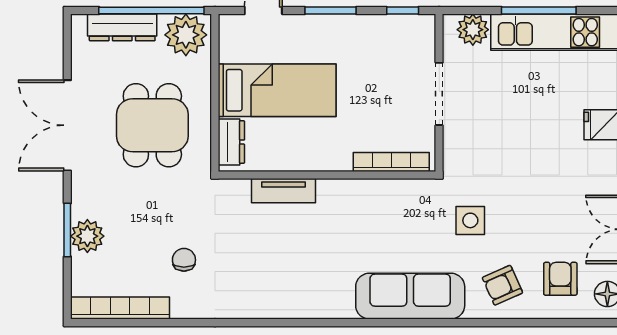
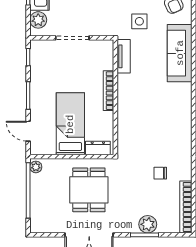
dresser: (122, 27) -> (37, 206), removed
plant: (186, 35) -> (36, 167), width x0.53, depth x0.53
dining table: (152, 125) -> (89, 190), turned 90
bookcase: (391, 162) -> (108, 91), moved
tv unit: (283, 191) -> (124, 56), moved

